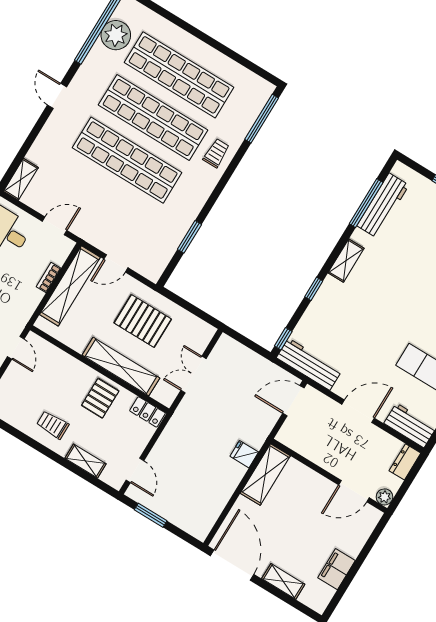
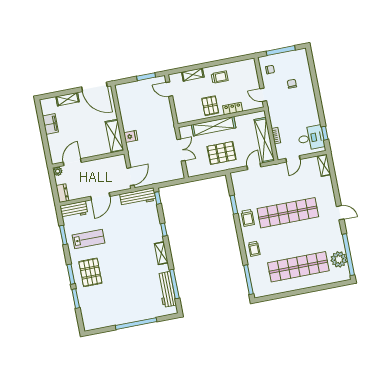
shop shelf: (153, 117) -> (293, 240), removed
trolley: (187, 202) -> (248, 218), added
locker: (147, 412) -> (233, 109), moved

